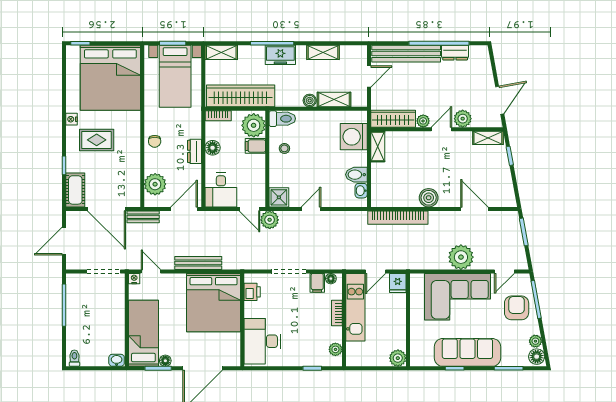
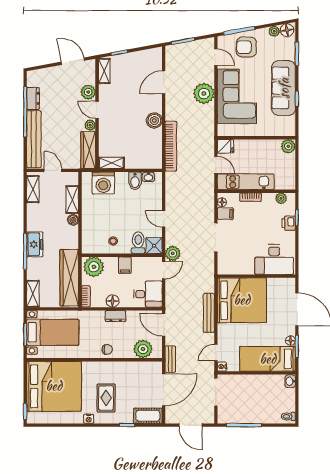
shelving: (323, 52) -> (33, 189), moved
toilet: (282, 119) -> (138, 243), moved
filing cabinet: (255, 146) -> (125, 265), moved
printer: (252, 292) -> (289, 223), moved, turned -90

